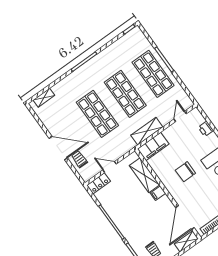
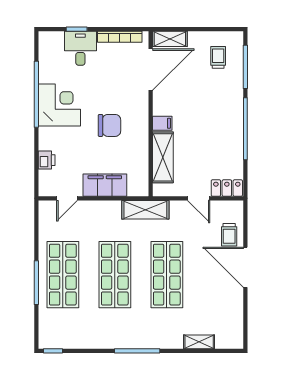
shelving: (44, 98) -> (199, 342), moved
shelving: (147, 131) -> (145, 210), moved
filing cabinet: (153, 147) -> (105, 185), moved

